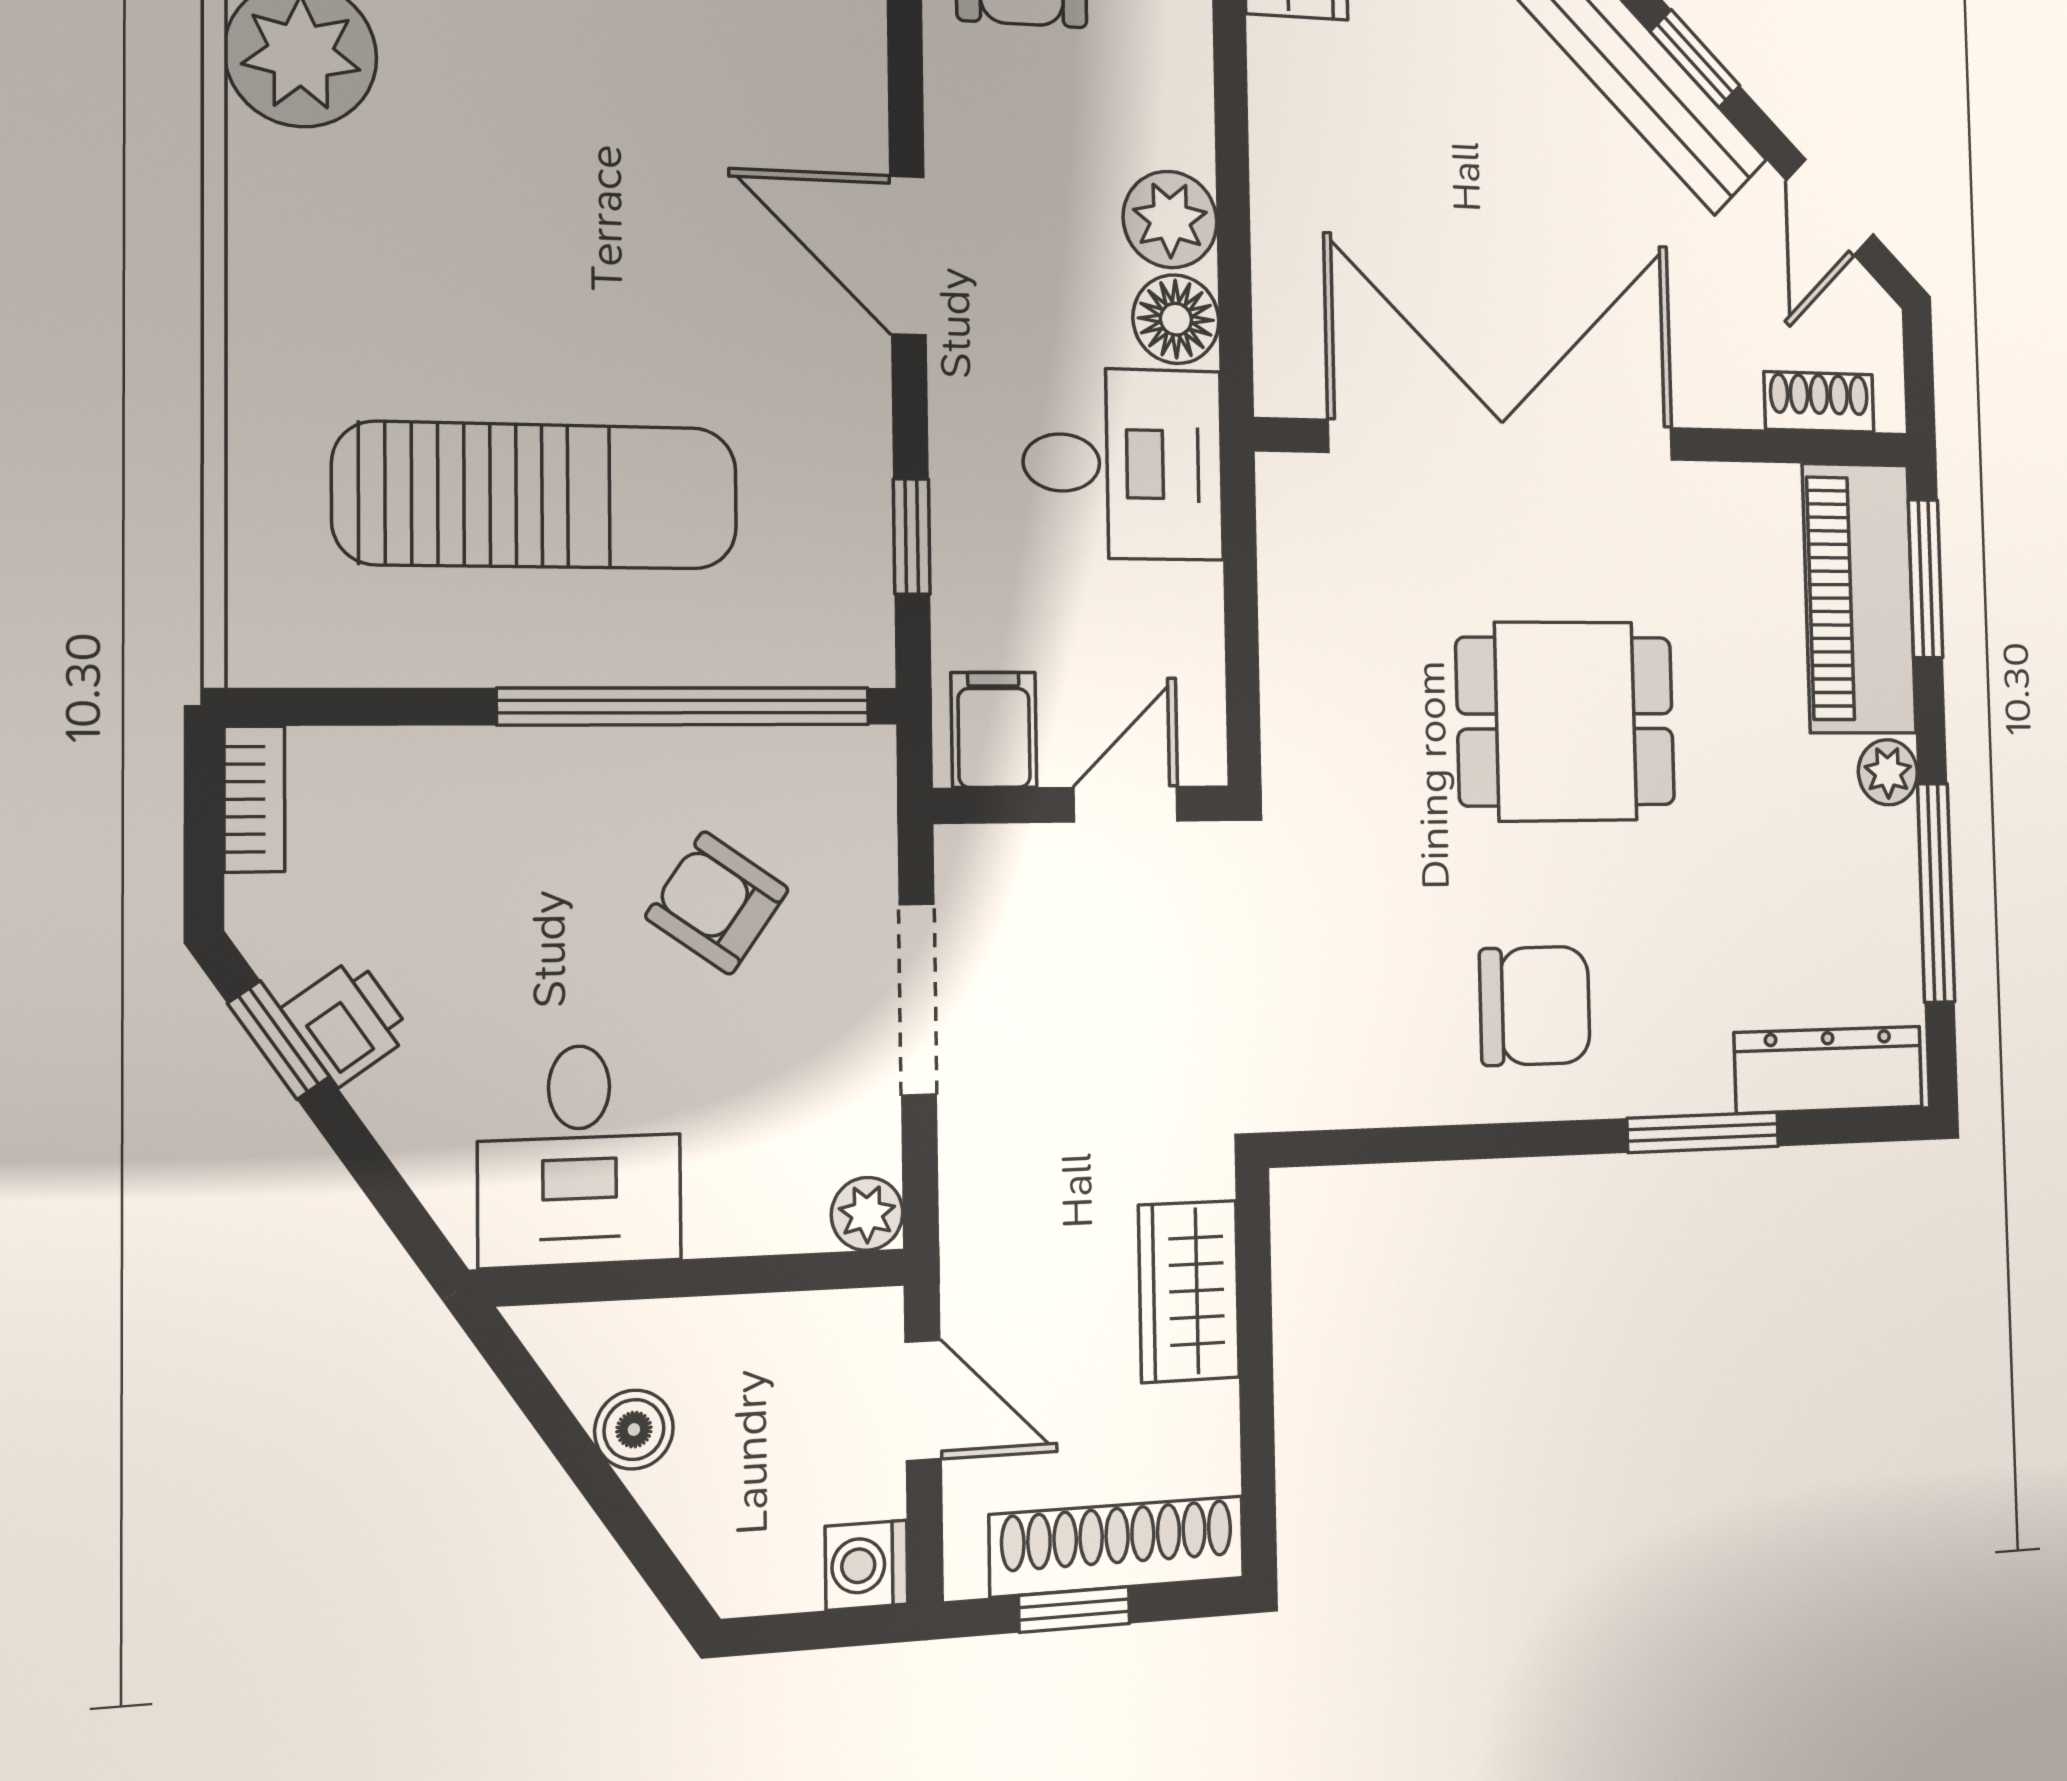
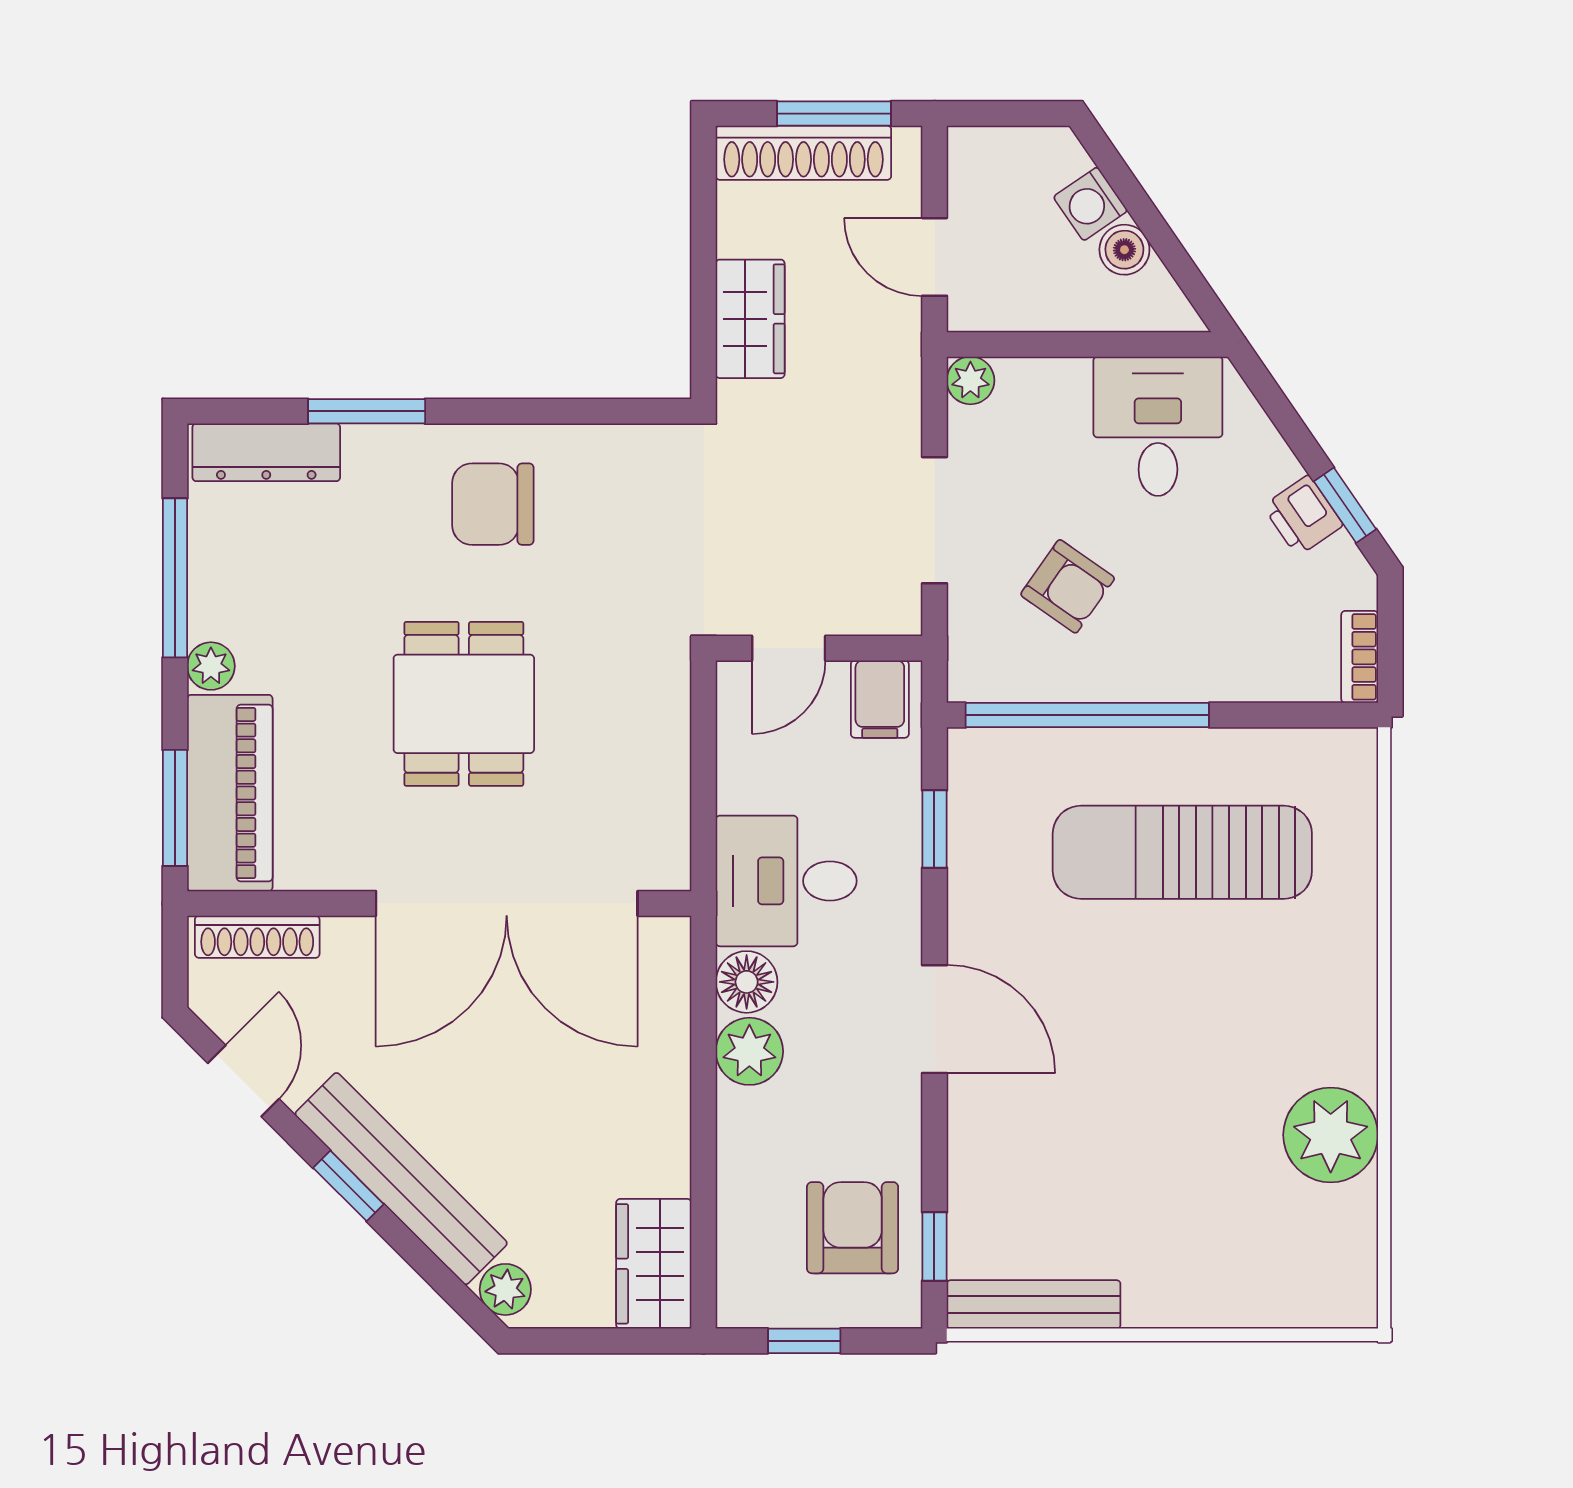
shoe rack: (1819, 402) -> (257, 937), width x1.43
dining table: (1566, 721) -> (464, 704), turned 90
washing machine: (866, 1565) -> (1090, 204), moved, turned 146
window: (1074, 1609) -> (834, 114), width x1.50

